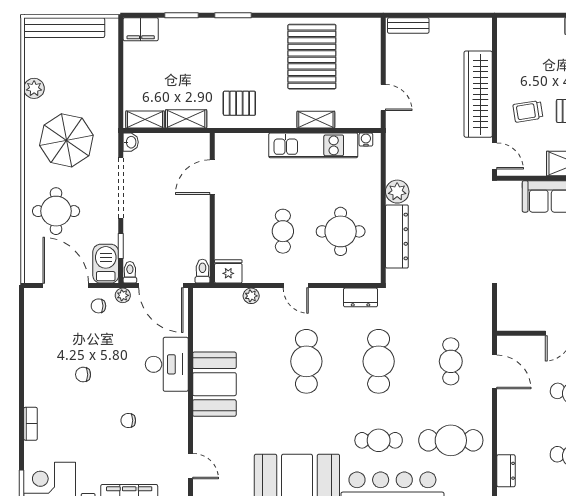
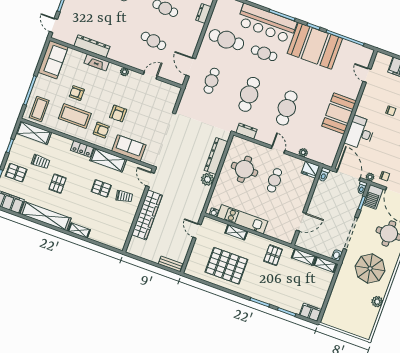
bench: (64, 28) -> (350, 328), removed
pallet: (312, 57) -> (226, 266), turned 90
pallet: (239, 103) -> (273, 255), turned 90

